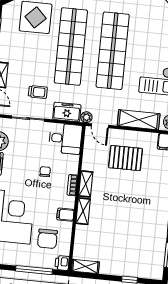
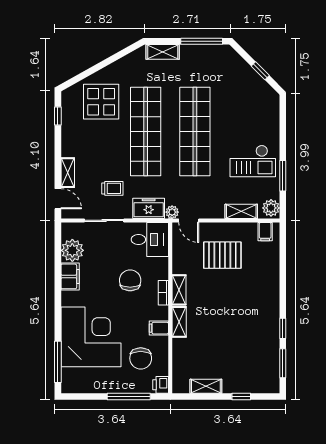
shelving: (139, 120) -> (241, 211), width x0.67, depth x0.75
chair: (45, 172) -> (130, 280), width x1.87, depth x1.87
shelving: (85, 266) -> (206, 386), moved

